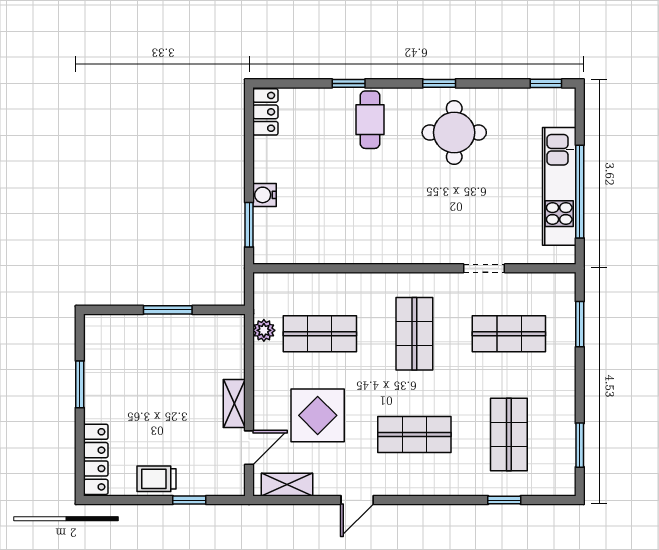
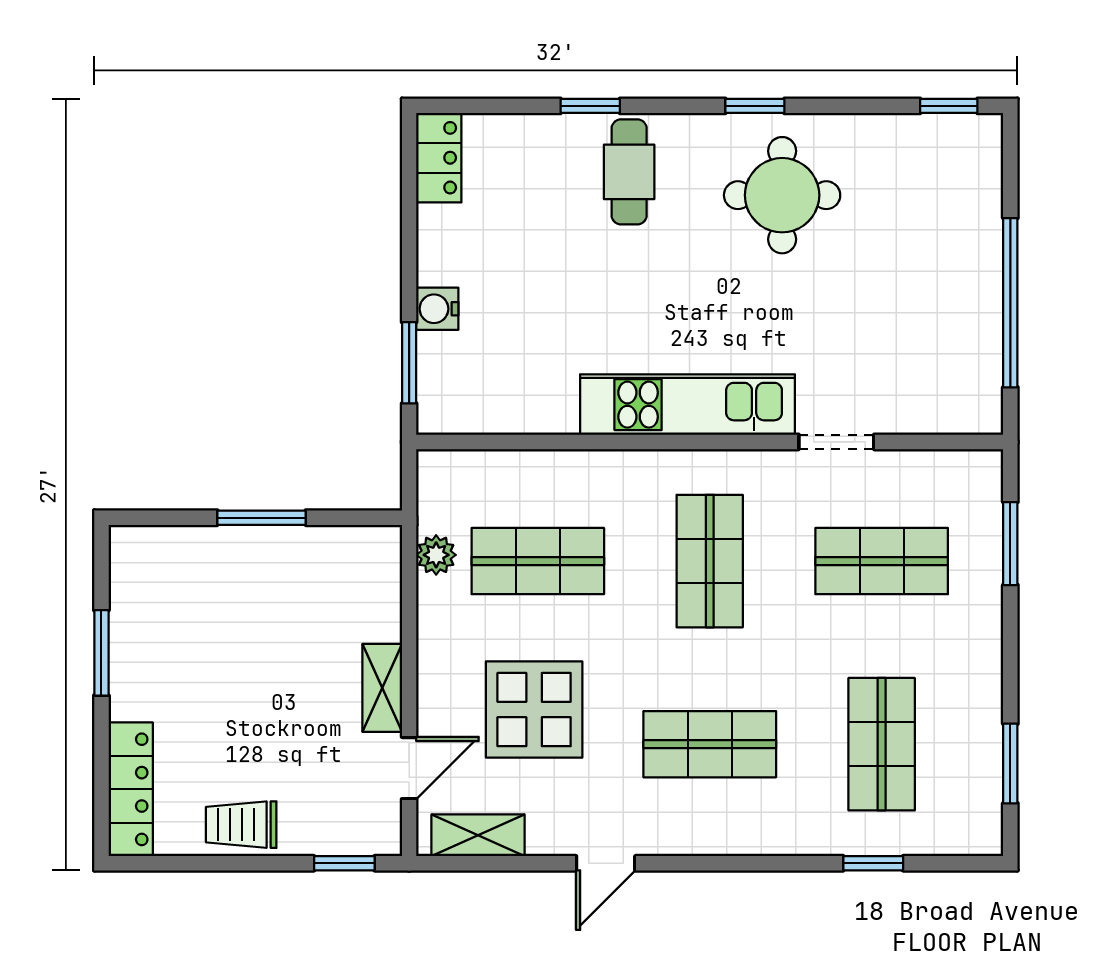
kitchen unit: (559, 186) -> (687, 405), moved, turned 90
window: (189, 500) -> (344, 863), moved

